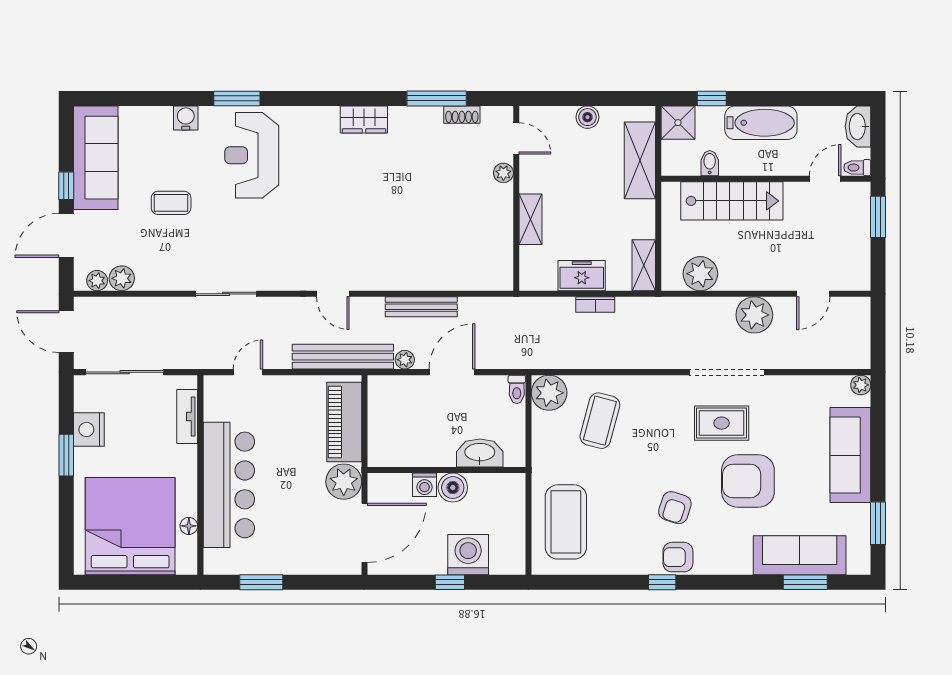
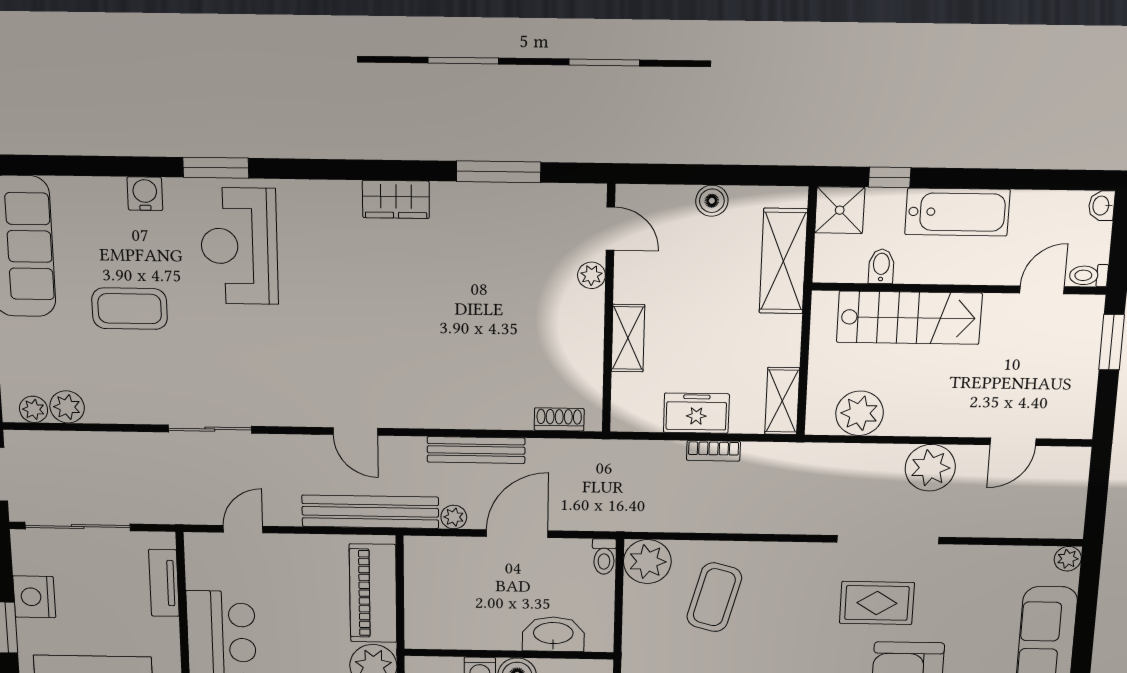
shoe rack: (462, 115) -> (559, 419), moved, turned 180
washbasin: (858, 126) -> (1102, 206), width x0.52, depth x0.69
coffee table: (171, 203) -> (130, 309), width x1.36, depth x1.30

